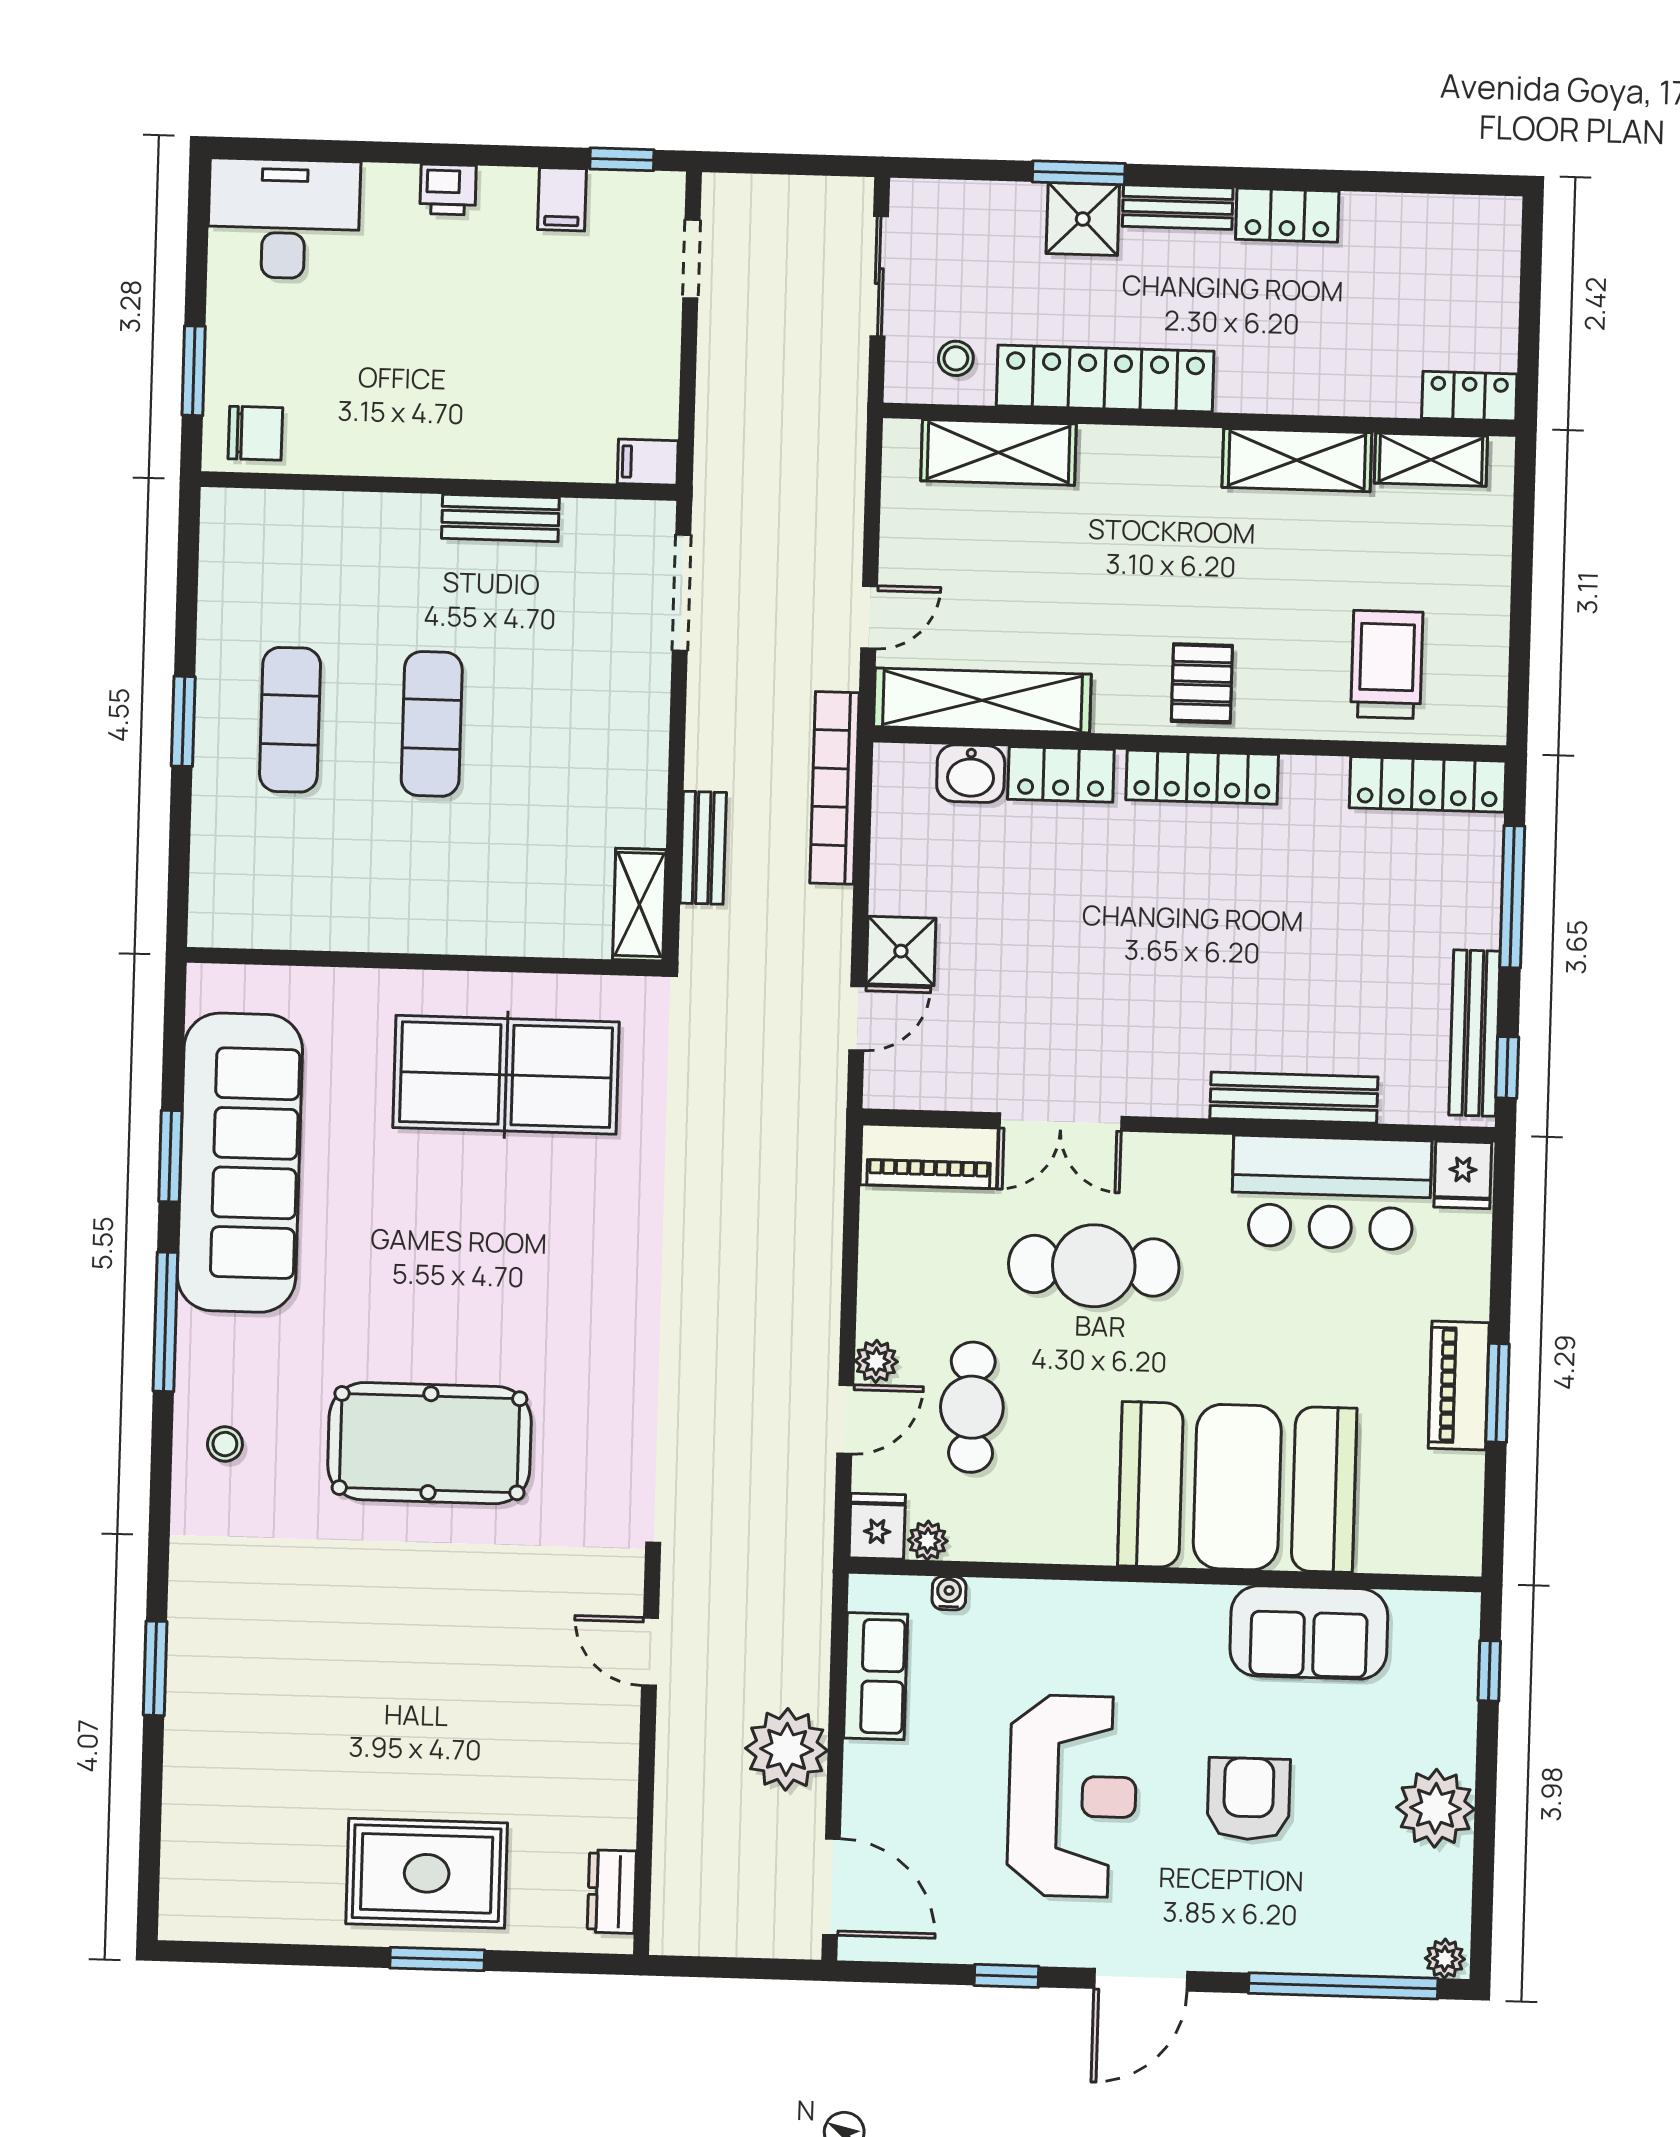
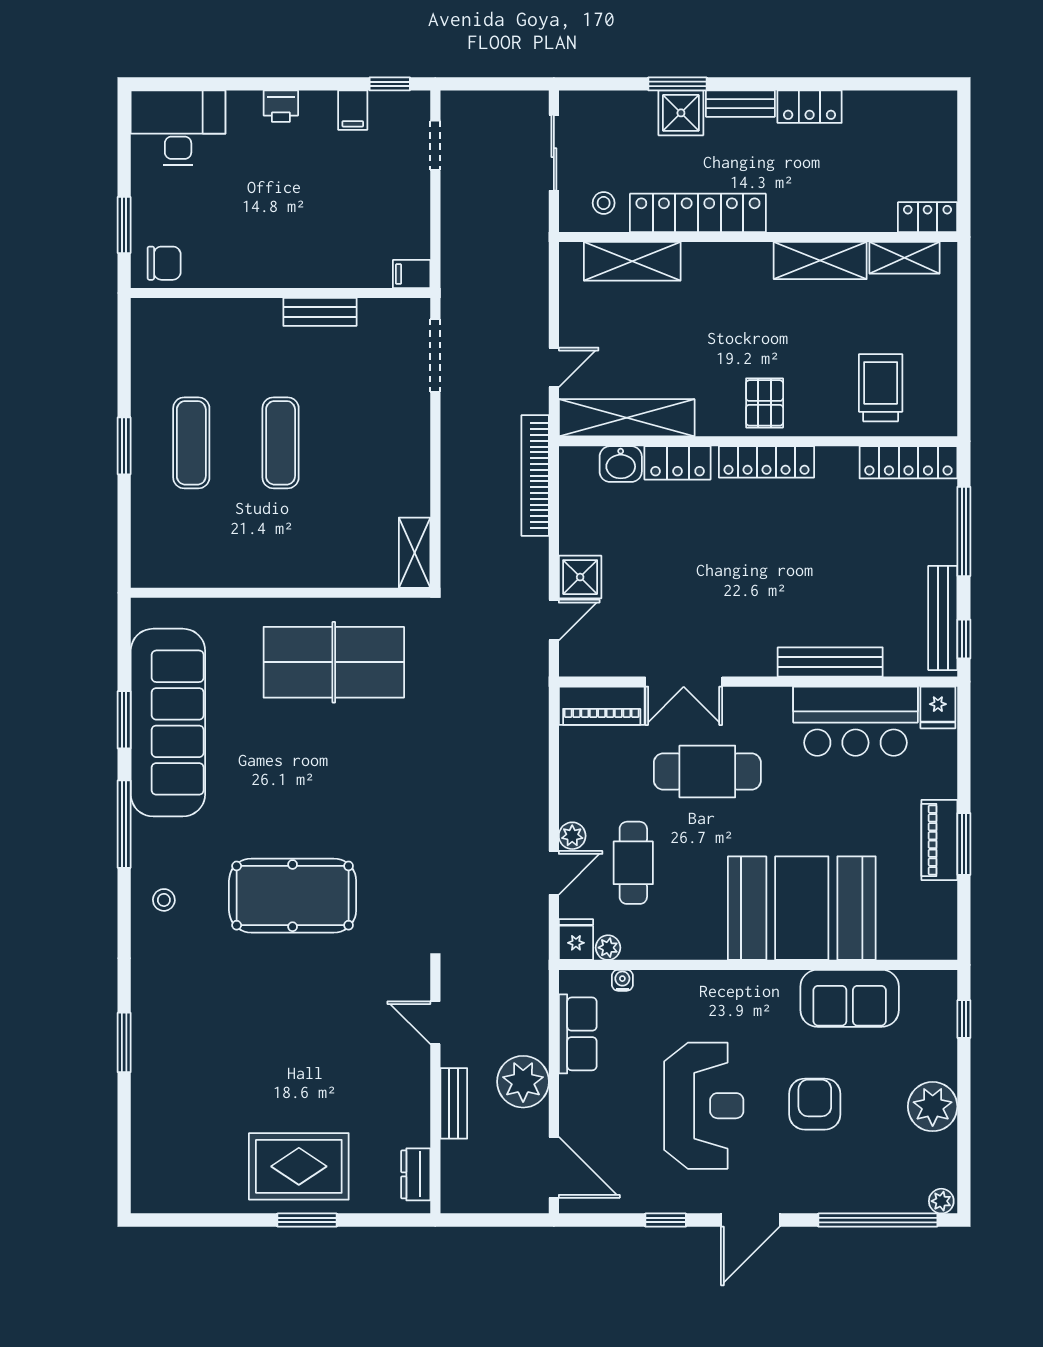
bench: (703, 848) -> (454, 1103), moved

